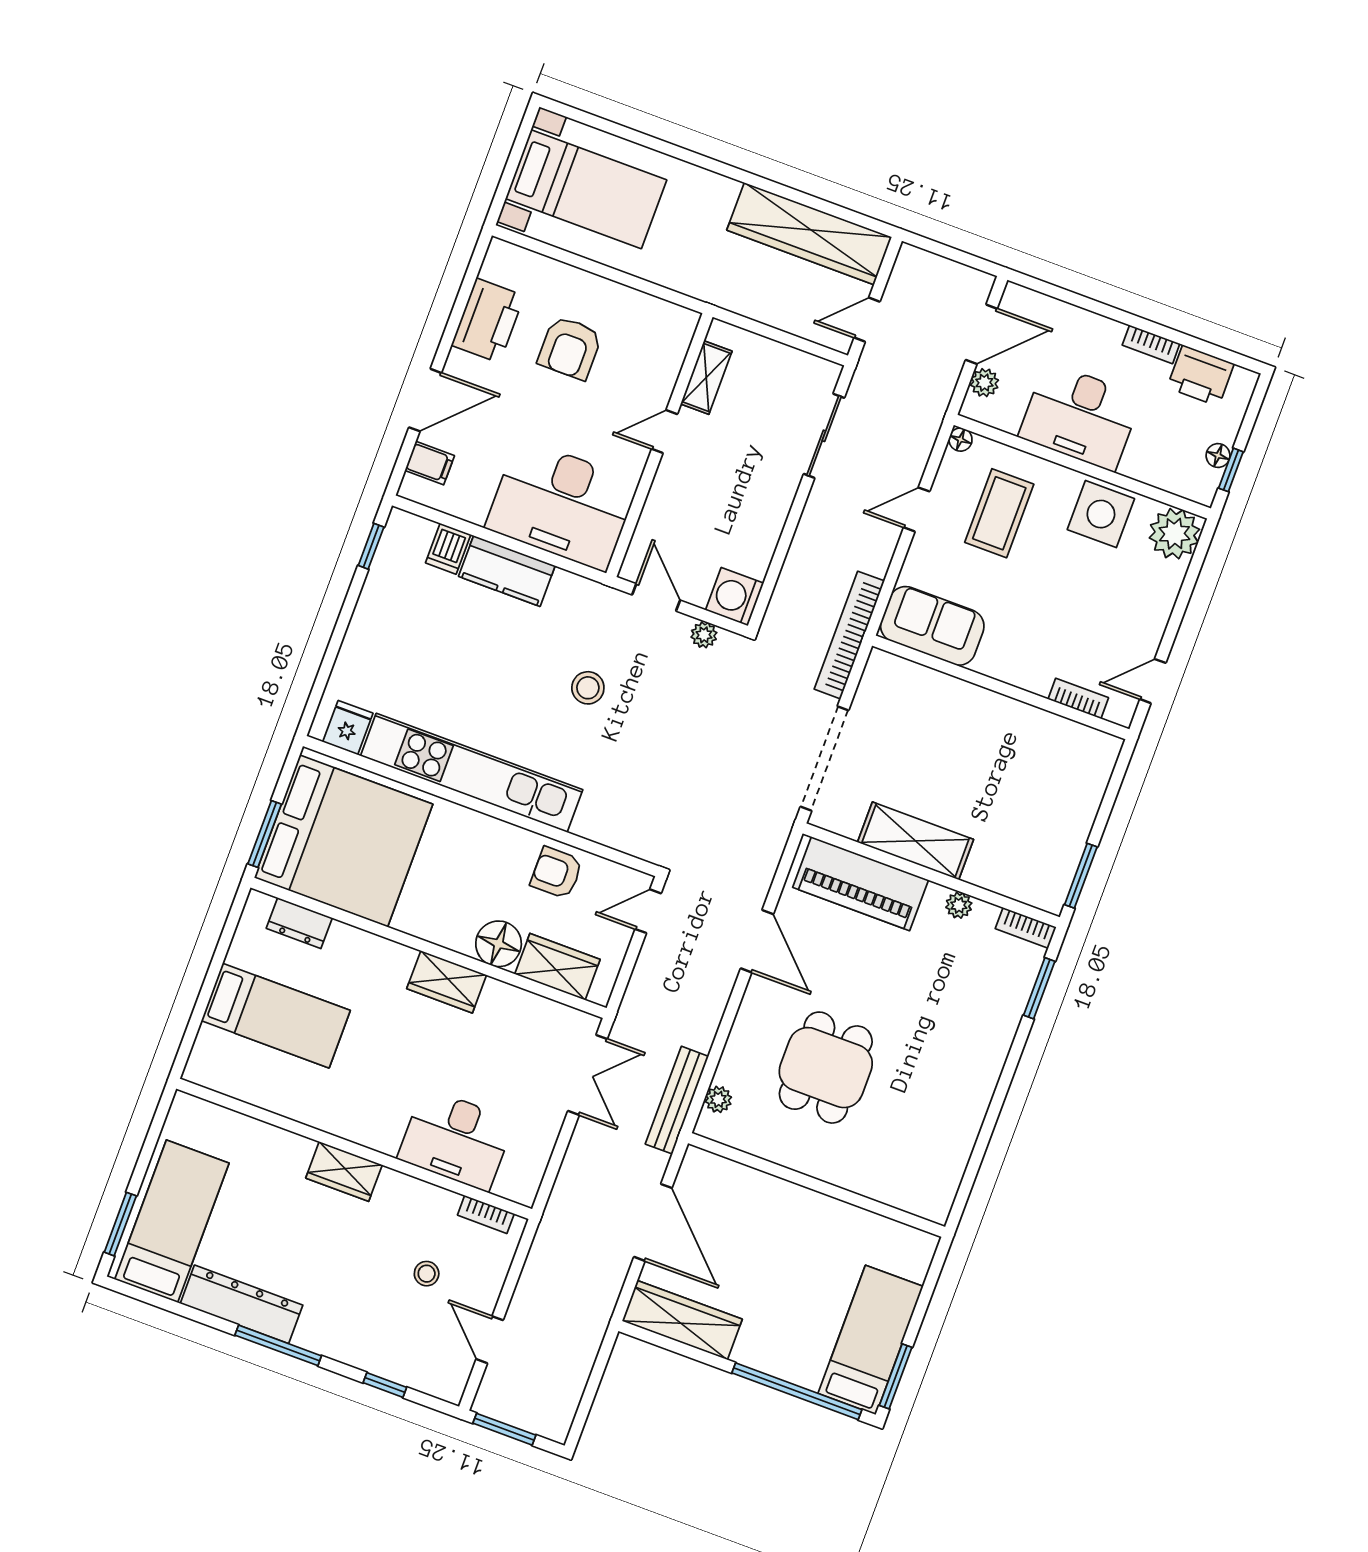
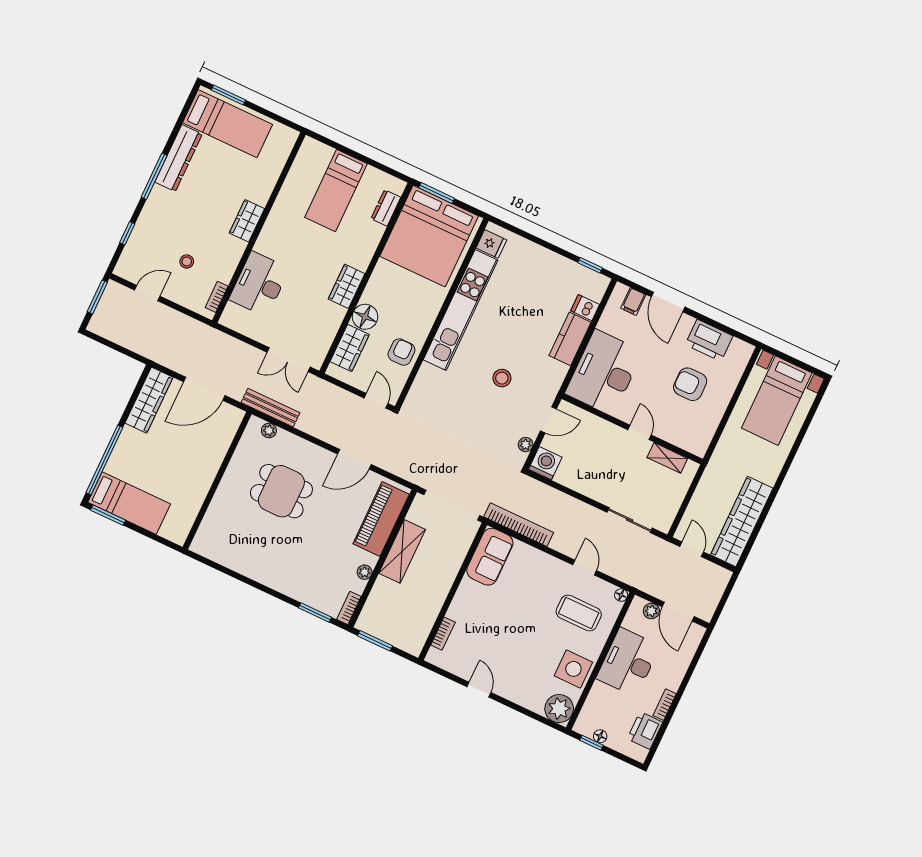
sofa: (932, 626) -> (490, 557), moved
wall: (1001, 687) -> (453, 591), moved
bookcase: (1078, 698) -> (443, 634), moved

